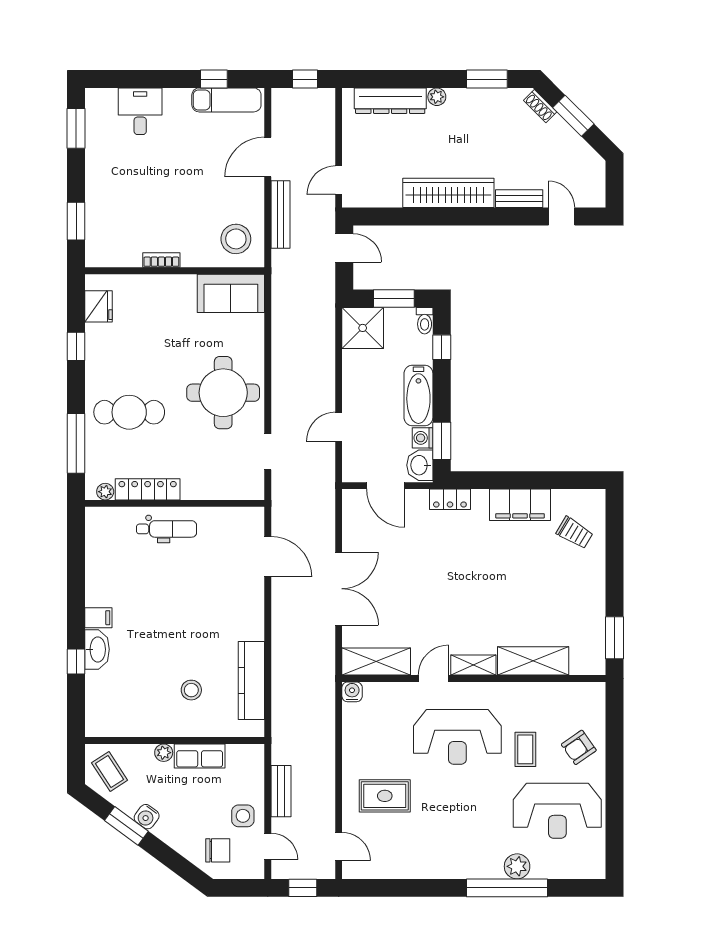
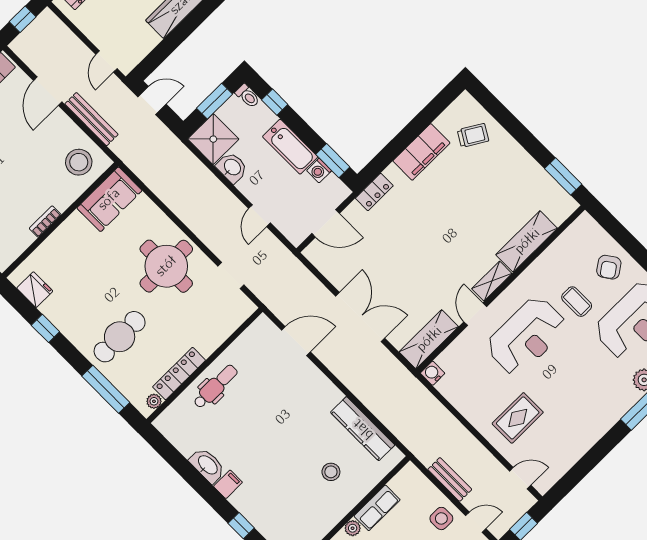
washbasin: (420, 465) -> (232, 167), moved, turned 180
washbasin: (97, 649) -> (207, 465), moved

